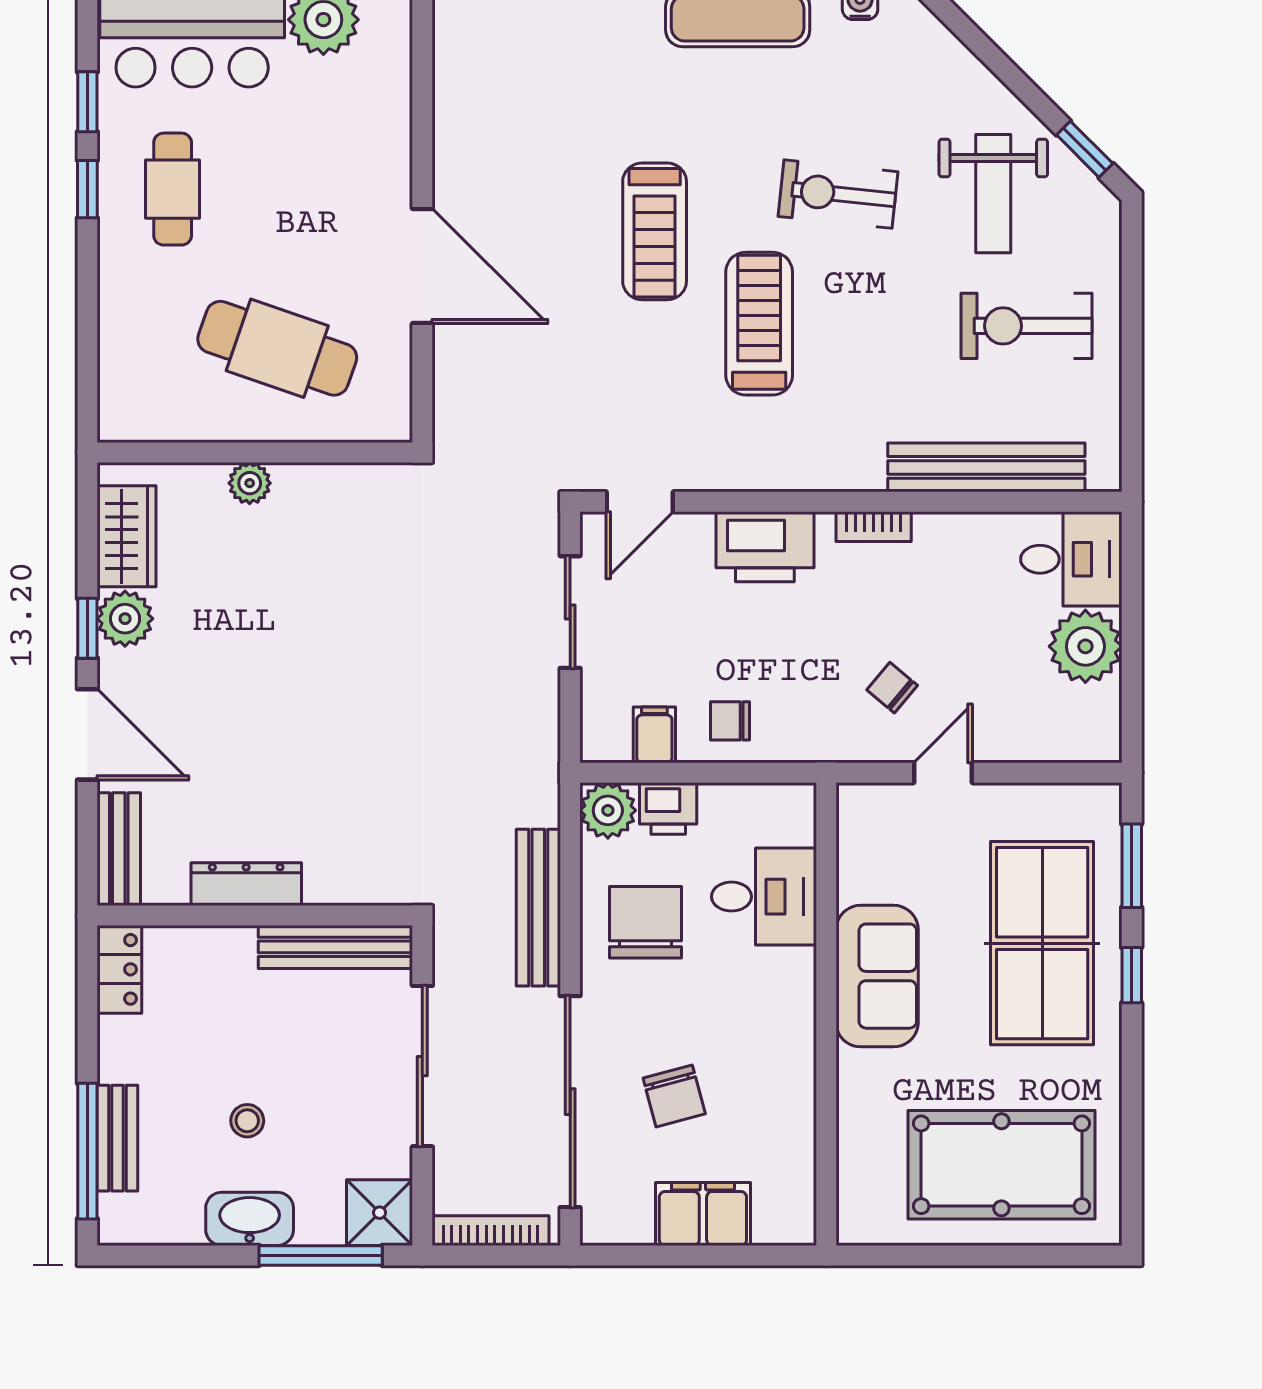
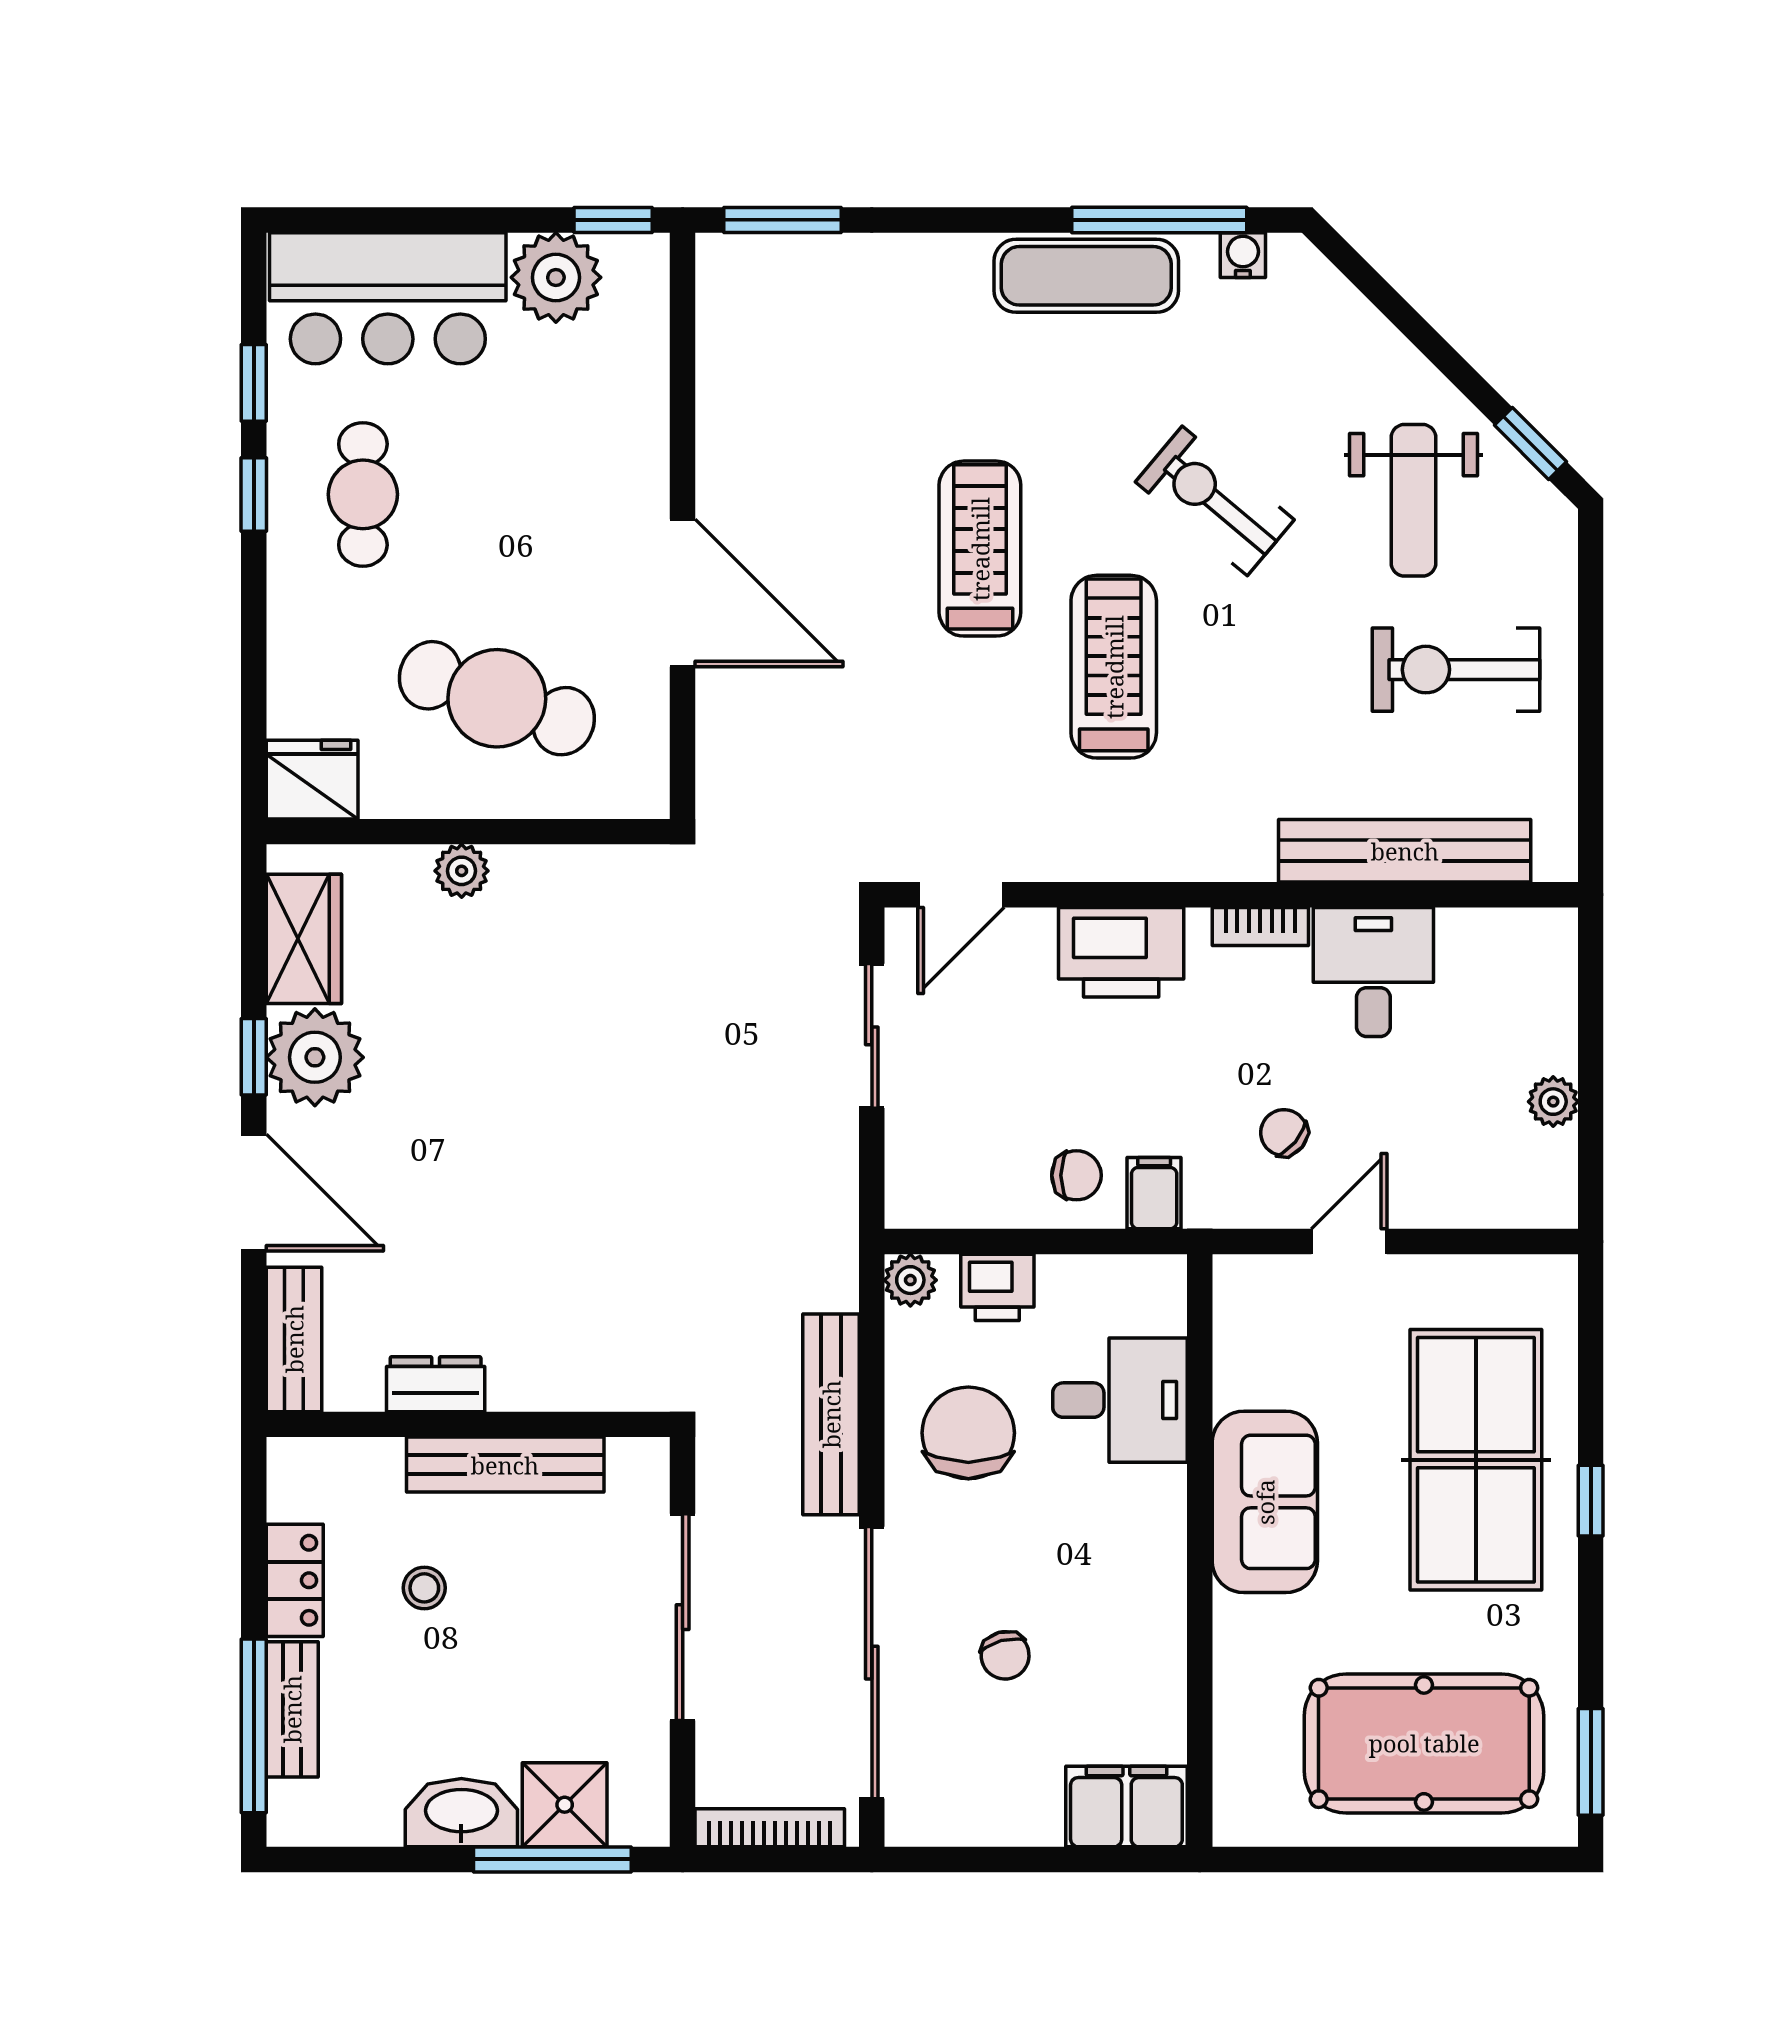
exercise bike: (838, 194) -> (1215, 501), turned 34
treadmill: (655, 231) -> (980, 549), turned 180
fridge: (133, 412) -> (312, 780), added
desk: (1071, 559) -> (1373, 972), moved, turned -90
plant: (125, 619) -> (315, 1057), width x1.36, depth x1.36
plant: (1085, 646) -> (1553, 1102), width x0.53, depth x0.53
chair: (730, 721) -> (1076, 1175), turned 180
filing cabinet: (654, 735) -> (1154, 1193), moved
plant: (608, 810) -> (910, 1280), width x0.73, depth x0.73
window: (1132, 866) -> (1591, 1762), moved
dresser: (246, 884) -> (436, 1384), width x0.70
bench: (335, 947) -> (505, 1465), moved
locker: (119, 969) -> (295, 1580), moved
chair: (674, 1096) -> (1005, 1655), width x0.73, depth x0.73
stool: (247, 1121) -> (424, 1588), moved
shower: (380, 1213) -> (565, 1805), moved
filing cabinet: (703, 1214) -> (1126, 1806), moved

